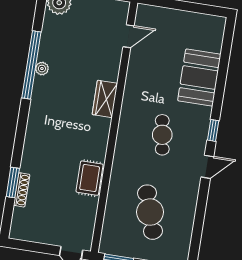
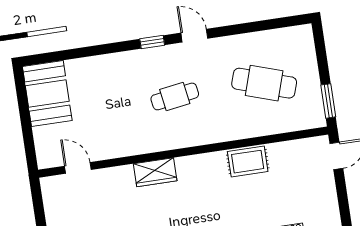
booth: (199, 78) -> (47, 93), moved, turned 90
cafe table: (150, 212) -> (264, 83), turned 36

